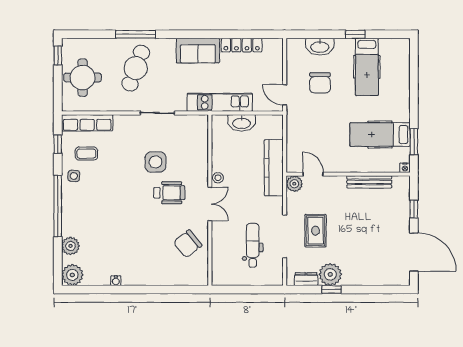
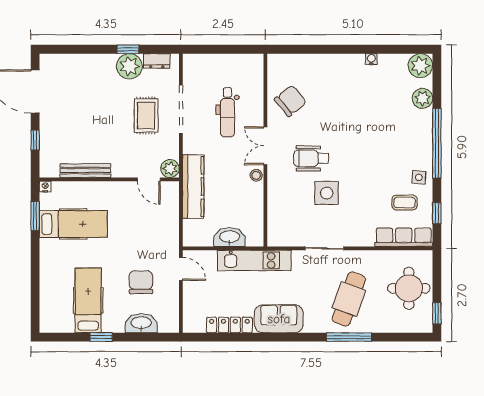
dental chair: (253, 245) -> (227, 112), moved

